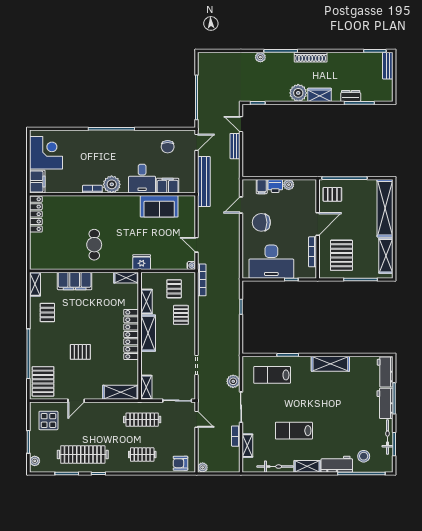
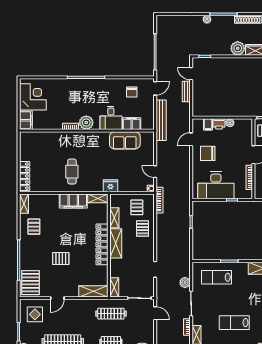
locker: (36, 214) -> (25, 176), moved
filing cabinet: (75, 281) -> (73, 201), moved

